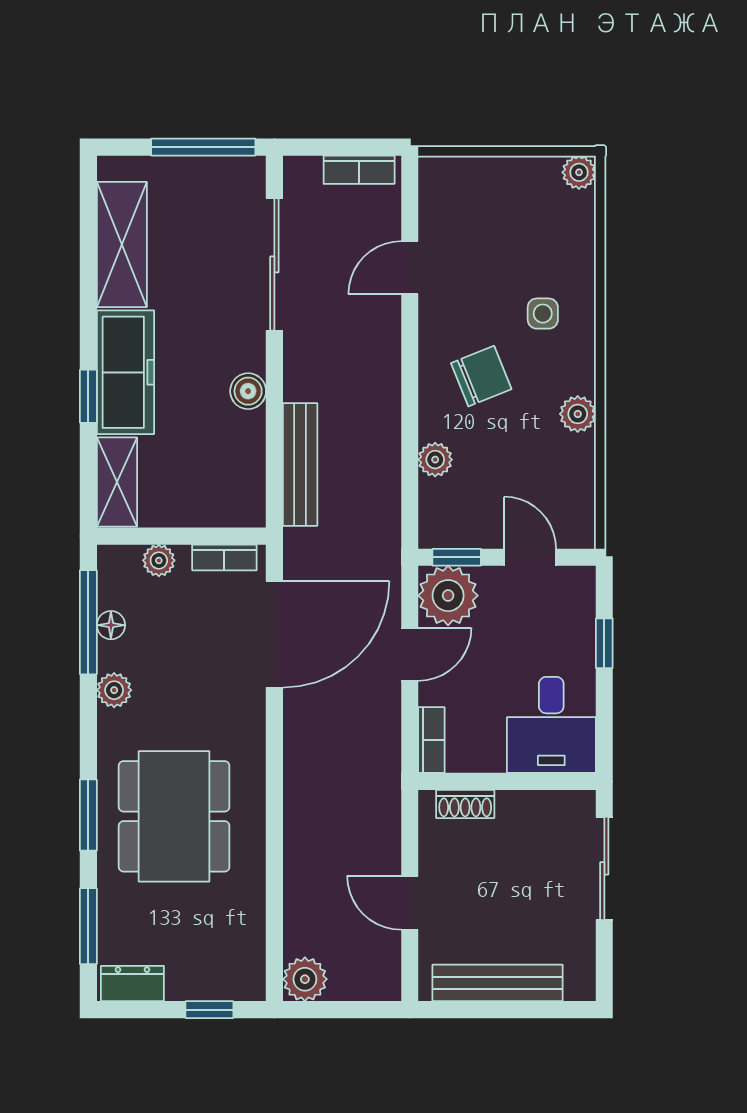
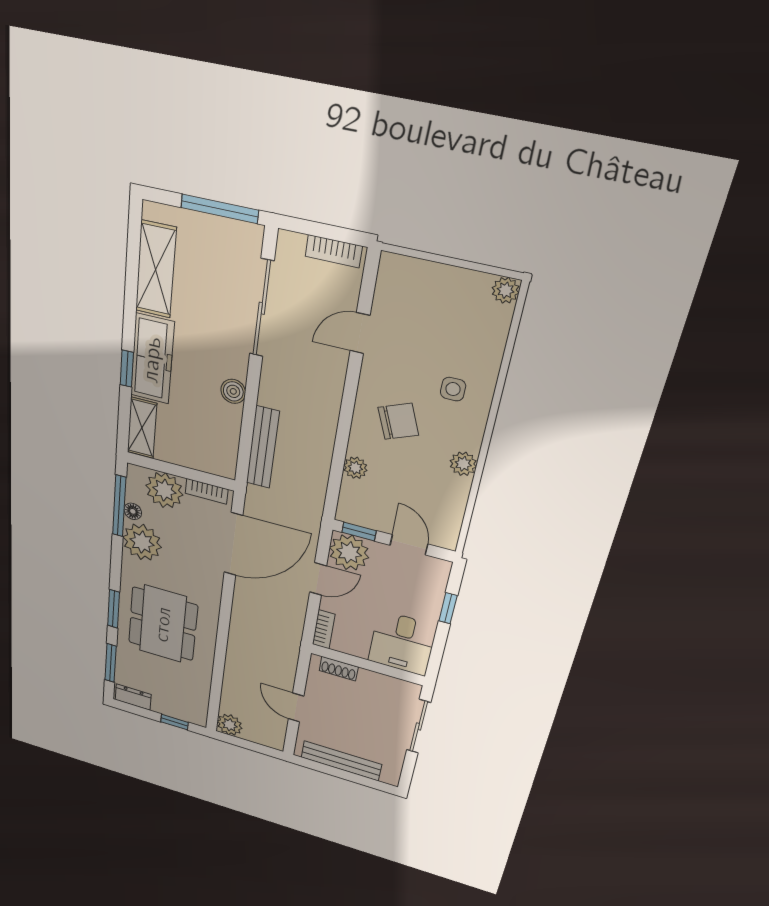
plant: (159, 560) -> (164, 490), width x1.88, depth x1.88
plant: (114, 690) -> (142, 542), width x1.87, depth x1.87

